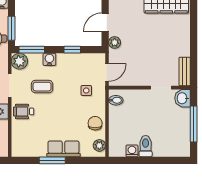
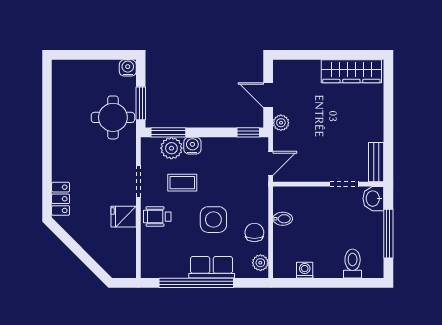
door: (105, 22) -> (268, 95), hinge flipped
window: (72, 50) -> (248, 132), moved
plant: (19, 61) -> (171, 148), moved
side table: (86, 90) -> (213, 220), moved, width x1.87, depth x1.87
bidet: (116, 100) -> (283, 219), moved
toilet: (146, 146) -> (353, 264), moved
window: (52, 160) -> (196, 283), width x2.11

